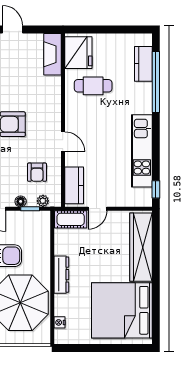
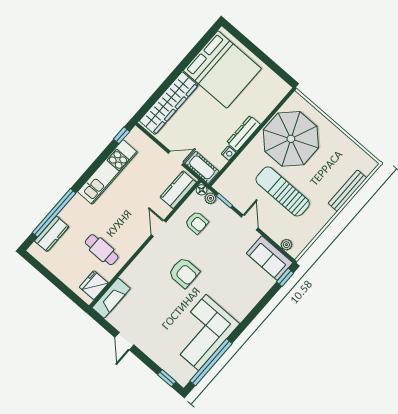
fridge: (78, 53) -> (94, 285), width x0.73, depth x0.75
armchair: (37, 172) -> (197, 223), turned 90
floor lamp: (21, 201) -> (202, 190), moved
nightstand: (59, 322) -> (229, 153), moved

